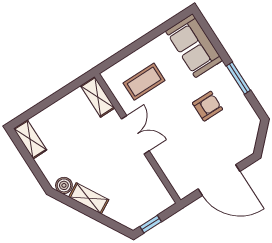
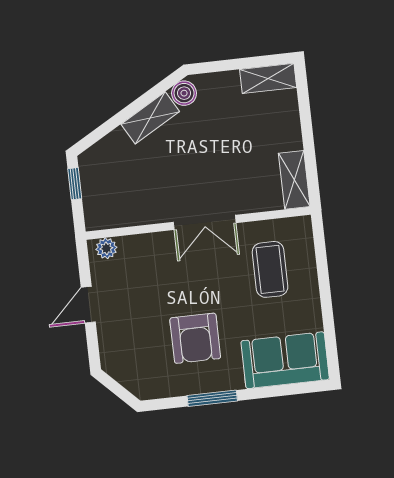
shelving: (98, 97) -> (294, 180), moved, turned 90
armchair: (208, 106) -> (195, 338), width x1.38, depth x1.38
door: (219, 180) -> (88, 305), width x0.53
plant: (180, 186) -> (106, 248), added

